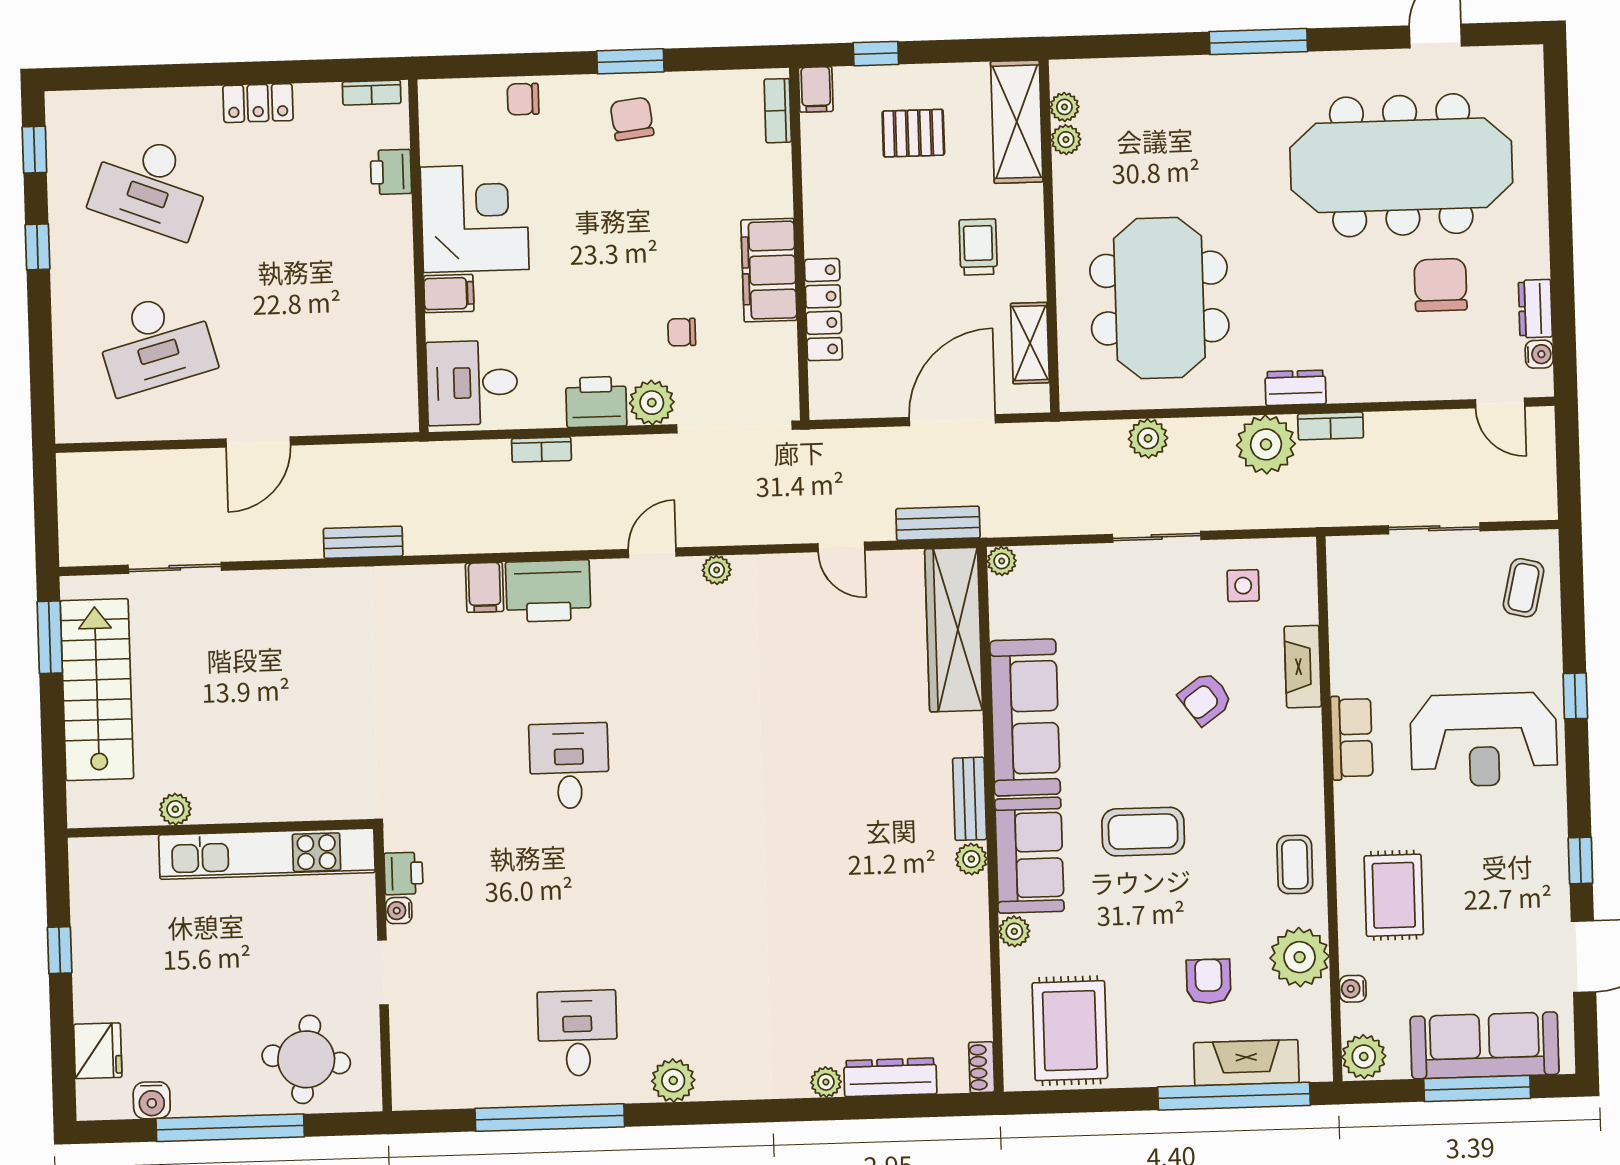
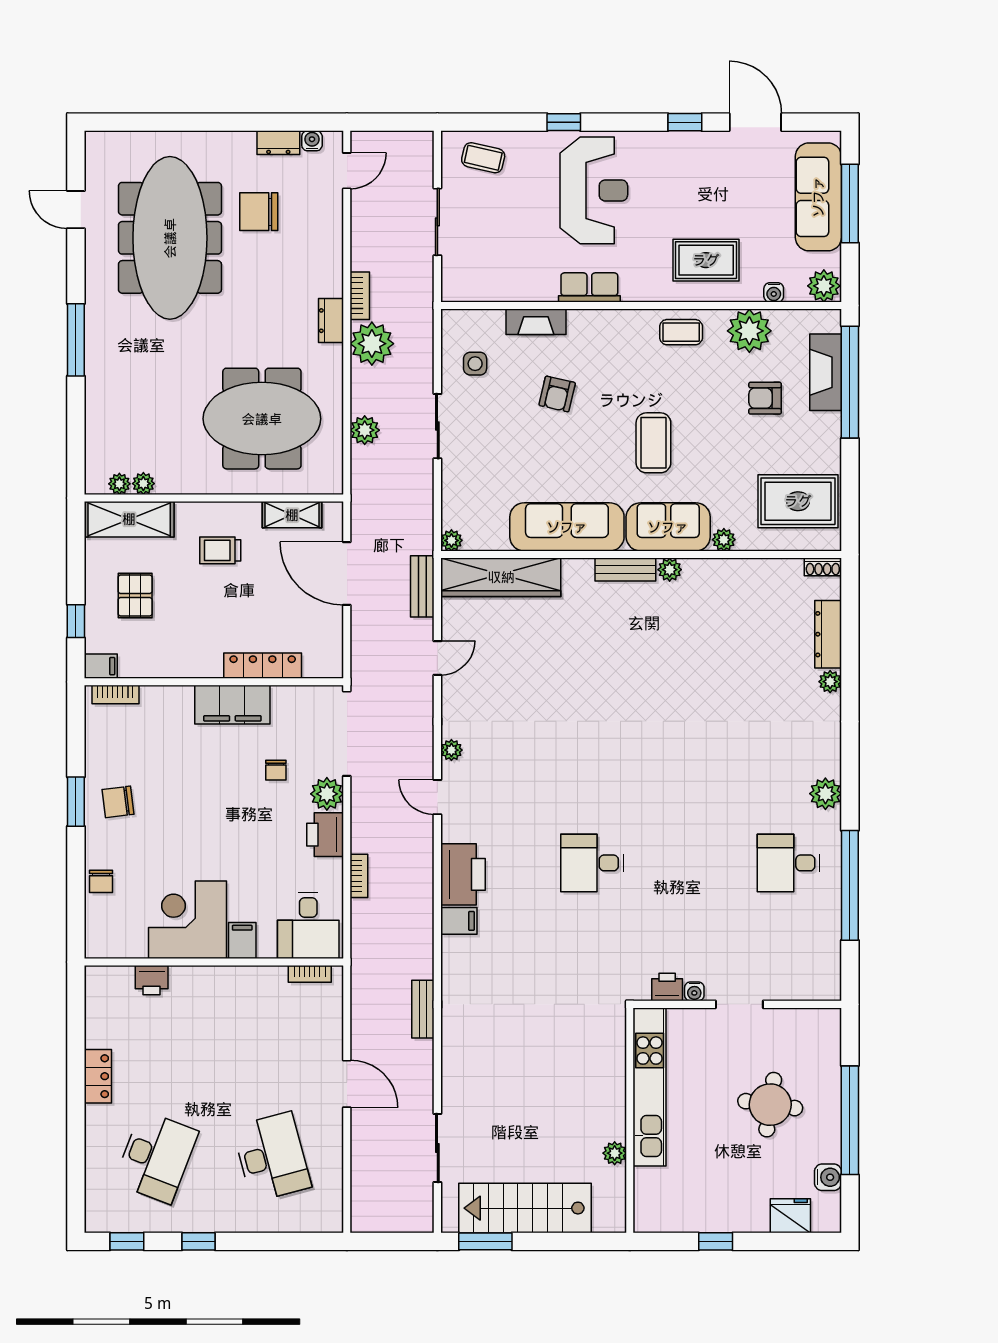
bookcase: (372, 93) -> (310, 974), moved, turned 90
armchair: (1205, 699) -> (557, 394), turned 49
round table: (306, 1059) -> (770, 1105), moved

